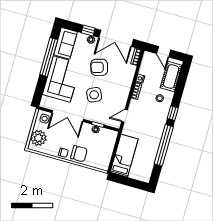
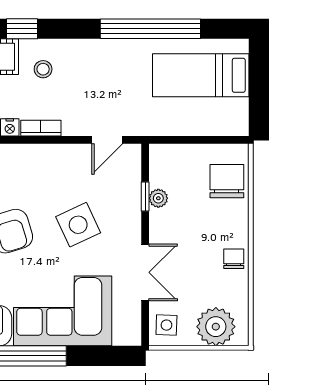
window: (173, 113) -> (22, 29), moved
double door: (68, 116) -> (145, 272), width x0.73
door: (125, 116) -> (107, 140), hinge flipped
chair: (79, 154) -> (227, 181), moved
bed: (124, 156) -> (201, 75), moved

